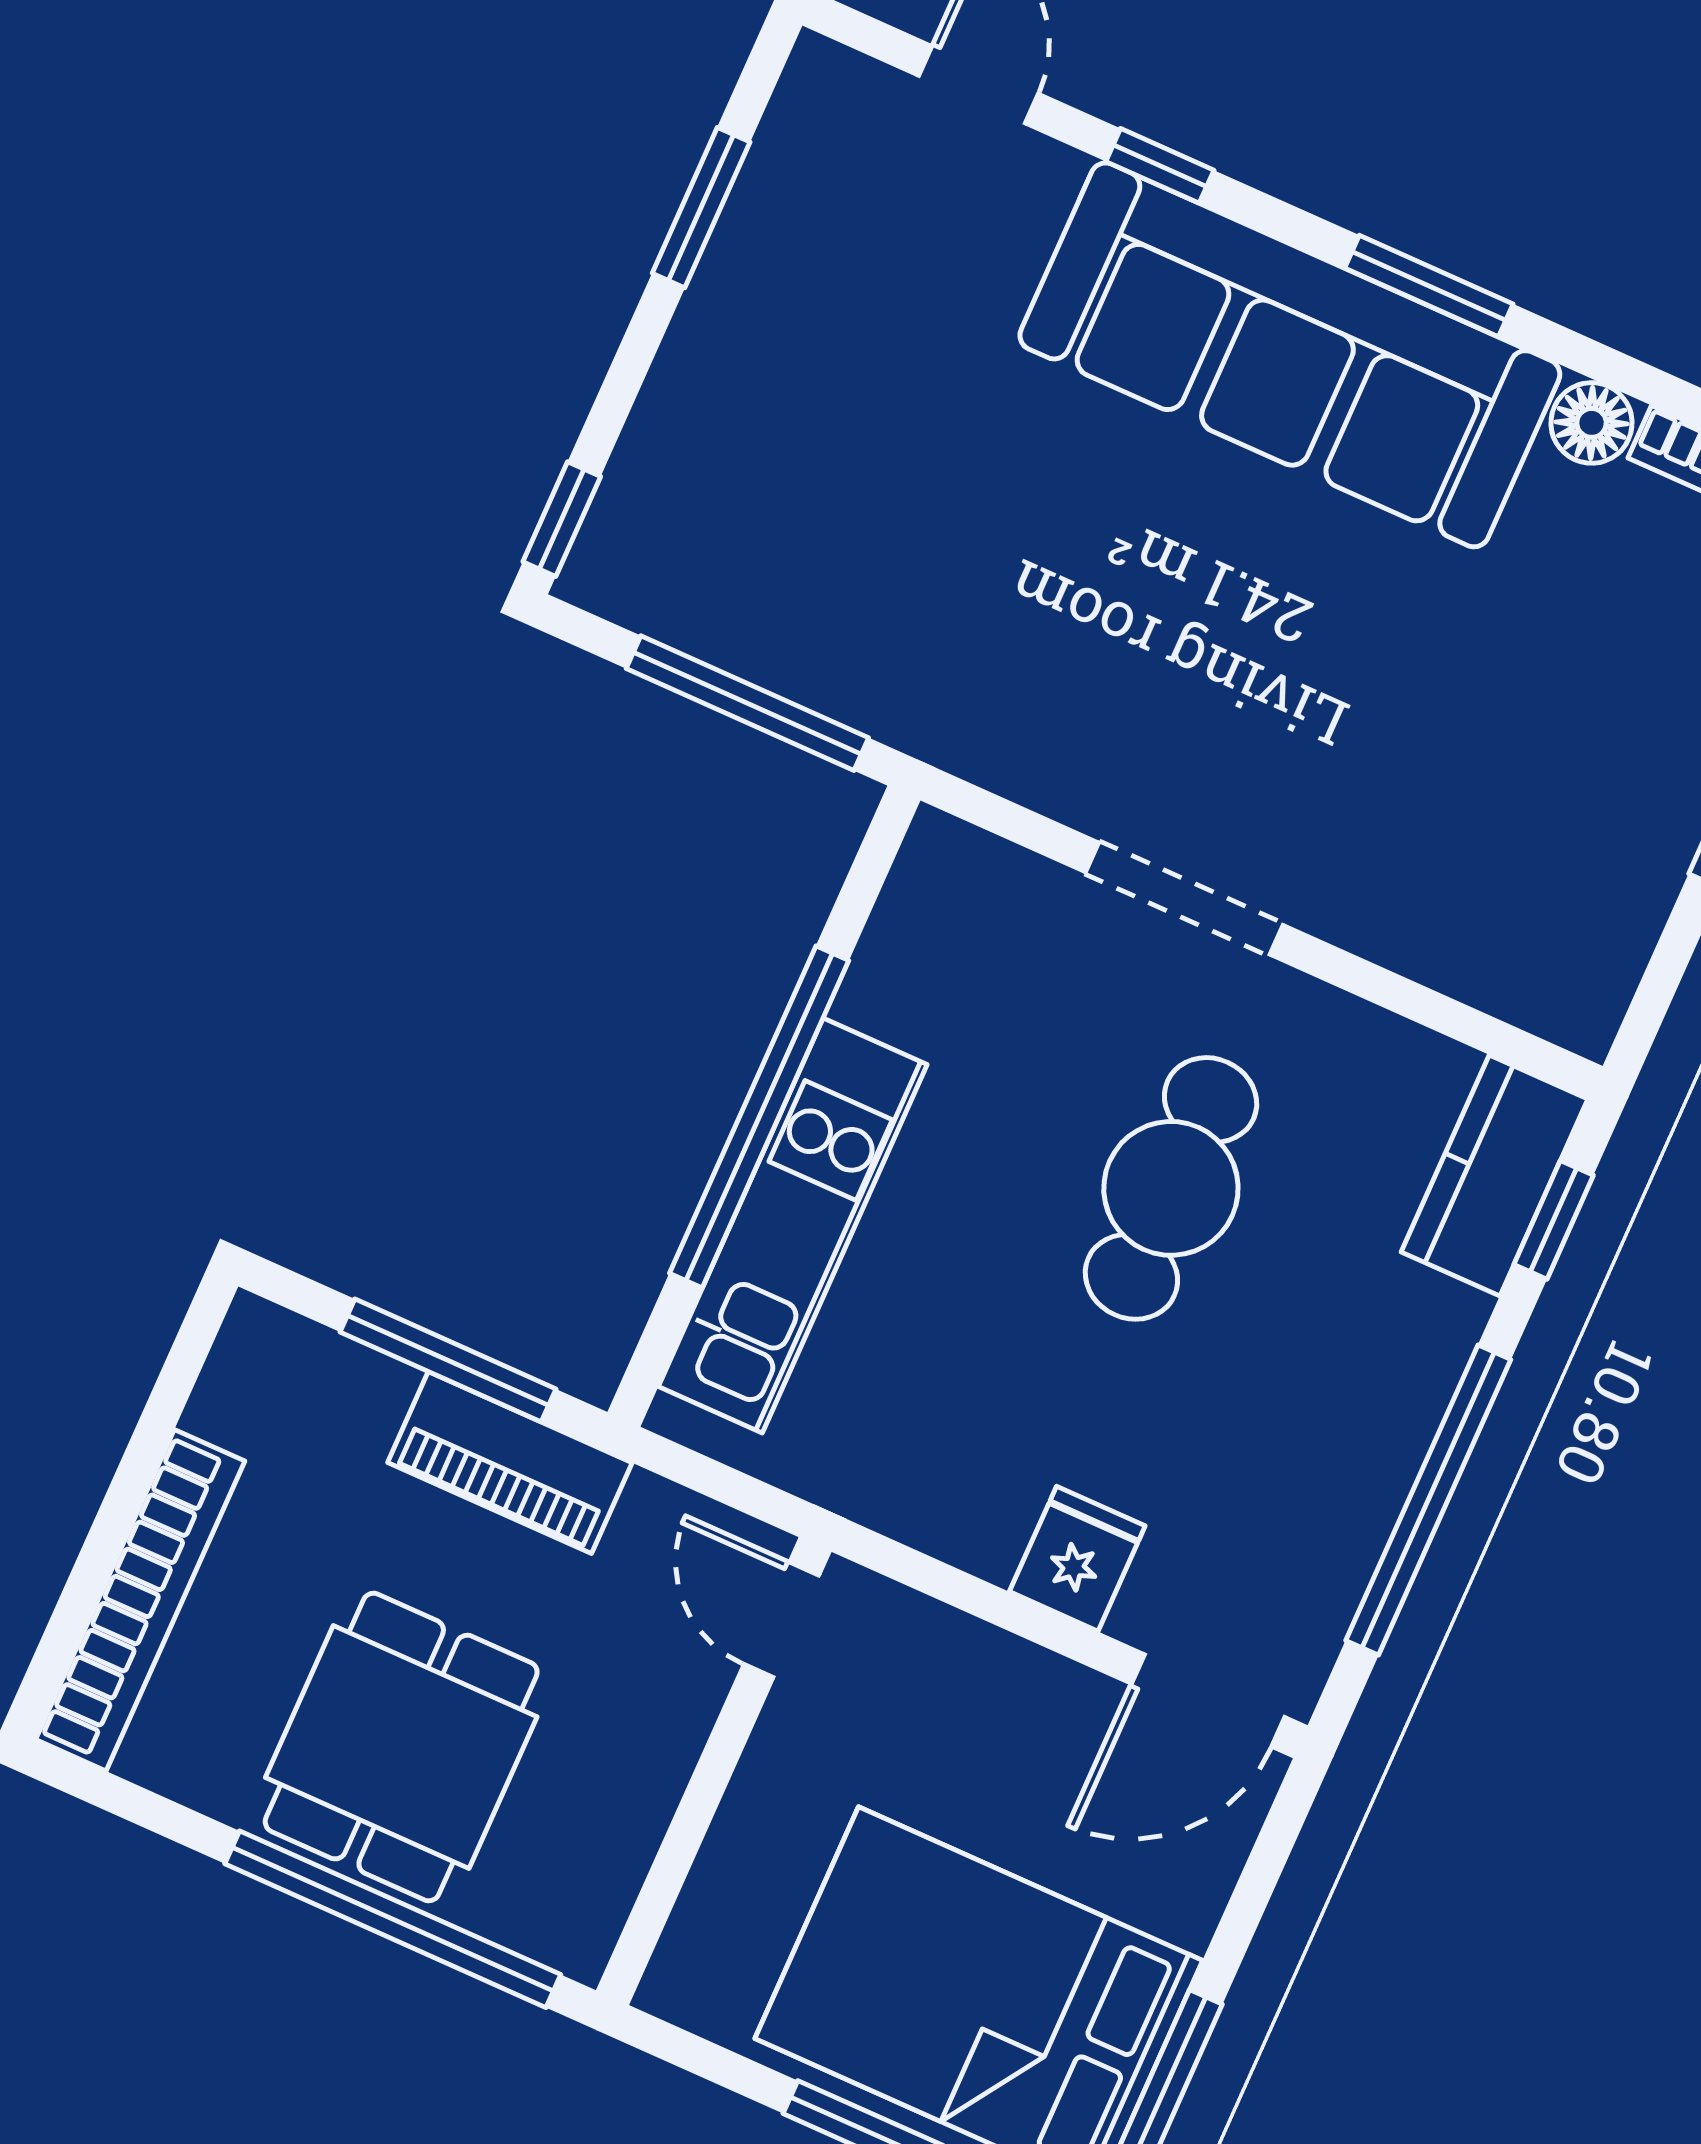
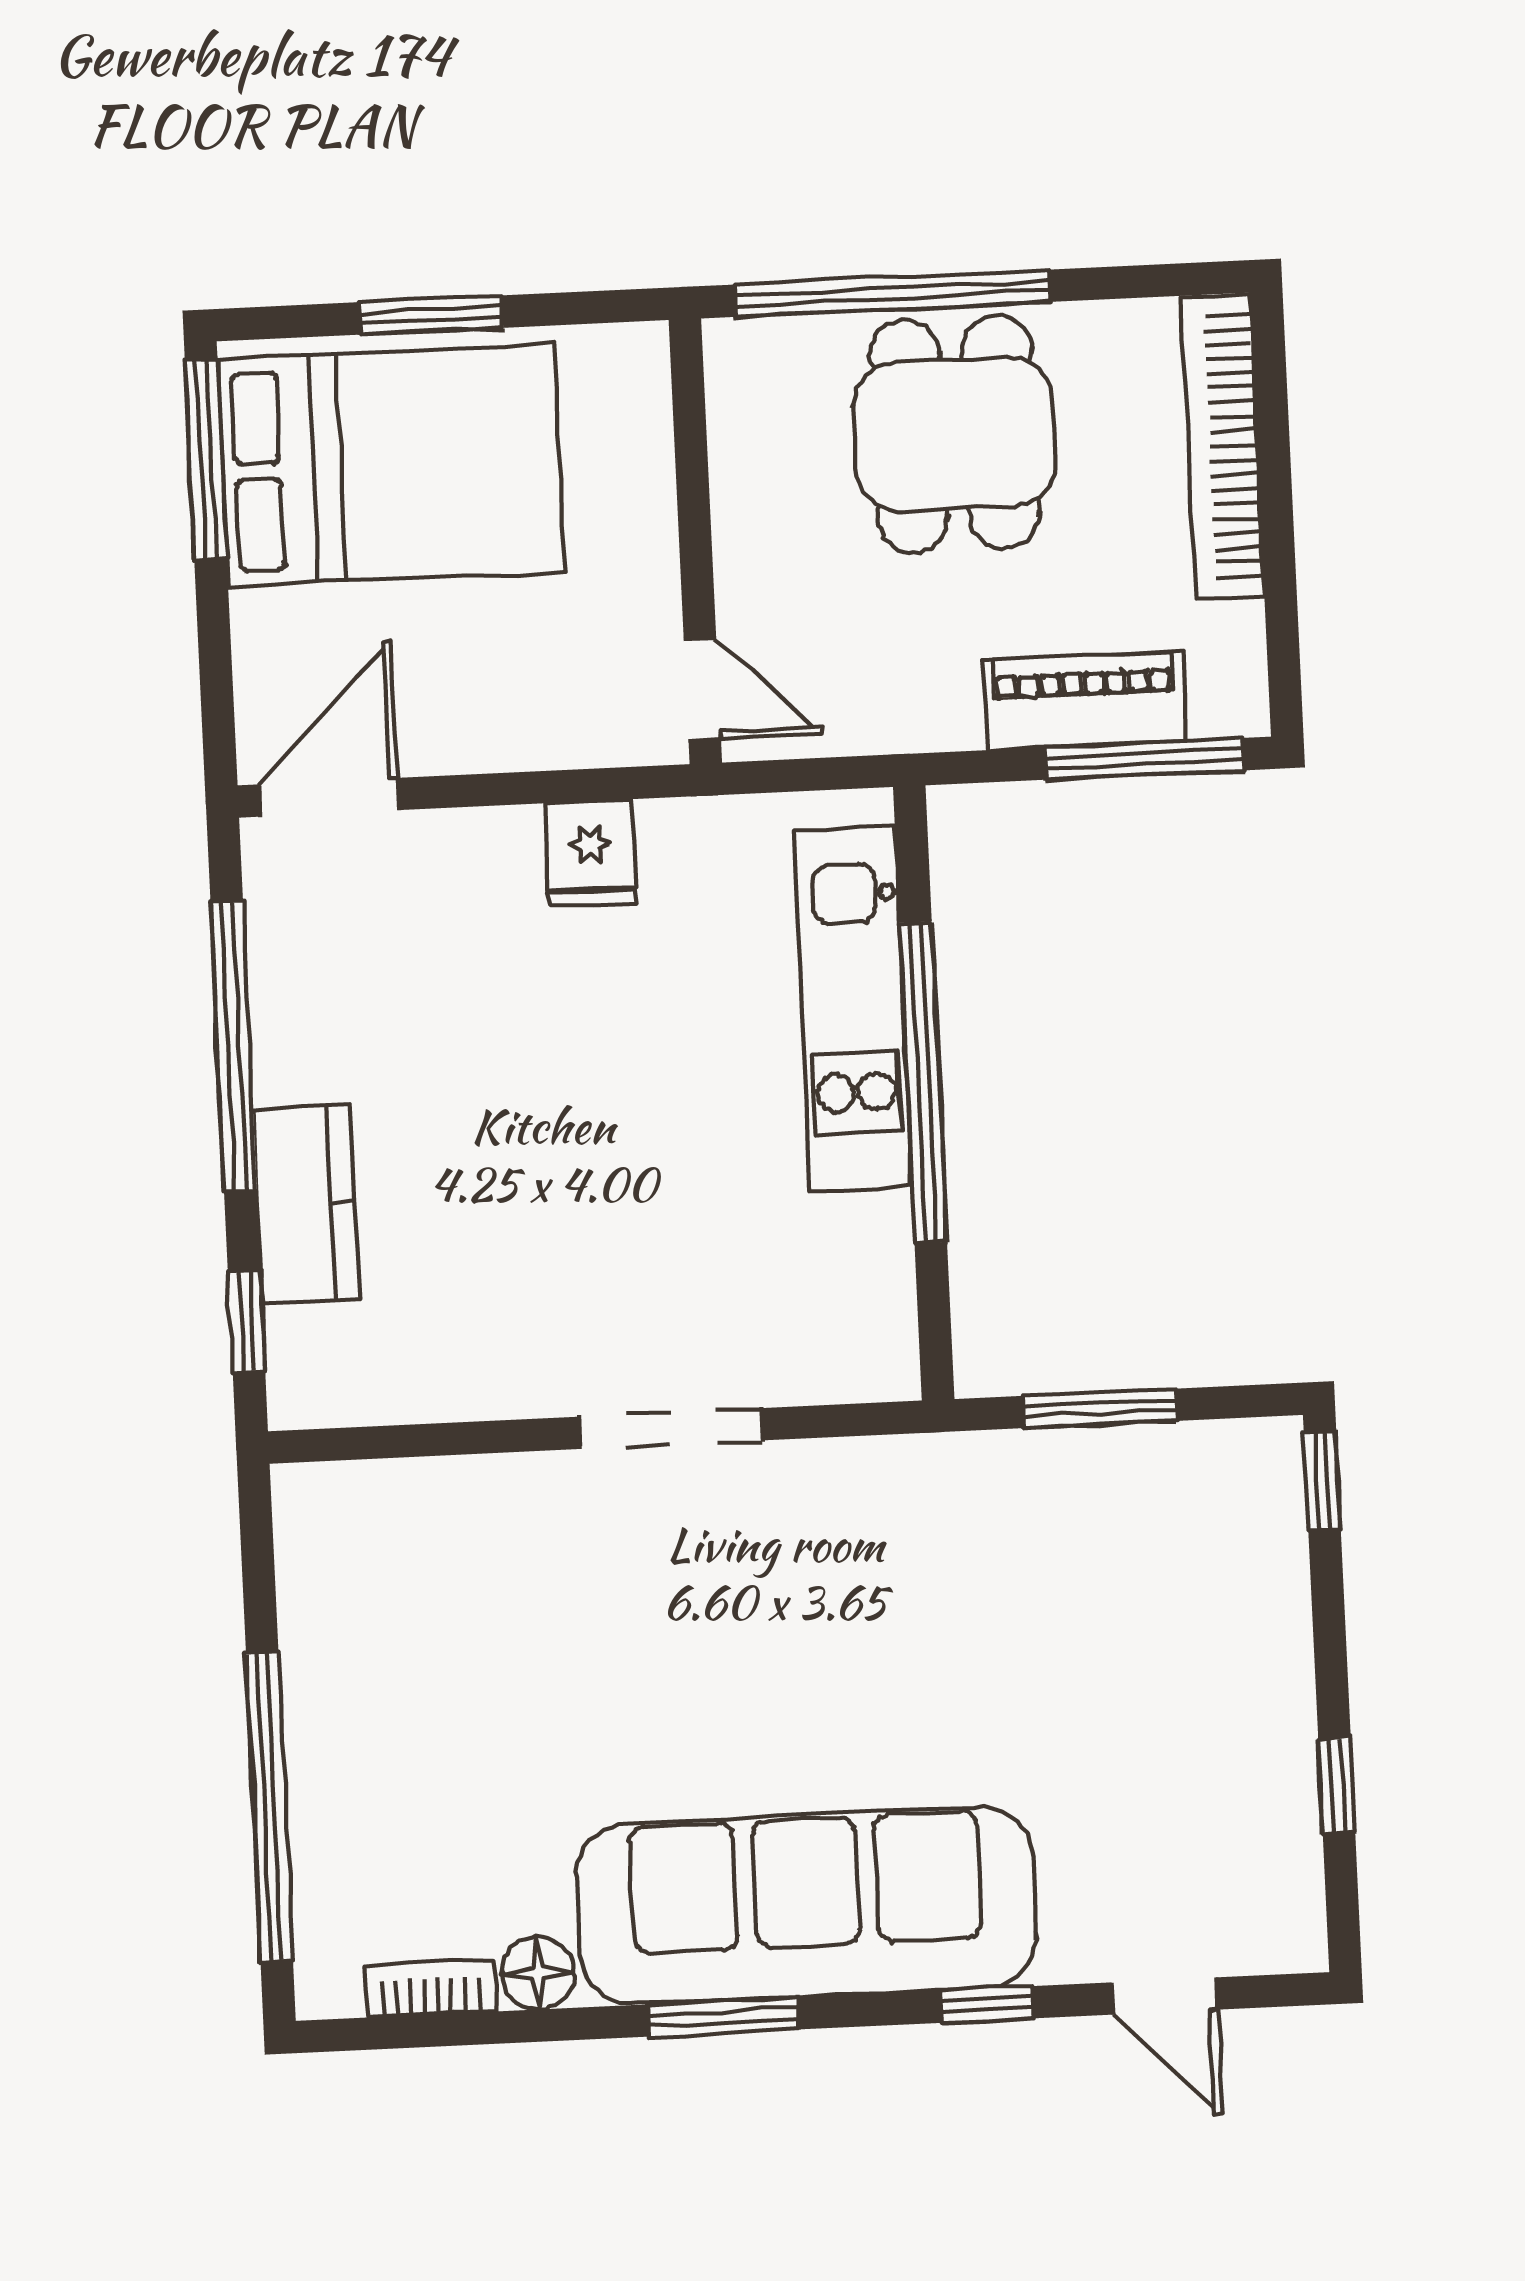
window: (701, 208) -> (1337, 1786), width x0.67
window: (747, 703) -> (1100, 1408), width x0.69
kitchen counter: (1495, 1176) -> (306, 1204), moved
cafe table: (1171, 1188) -> (565, 1192), removed
window: (448, 1360) -> (1145, 759), moved
piano: (510, 1463) -> (1084, 701), moved
fridge: (1077, 1559) -> (591, 853), moved

